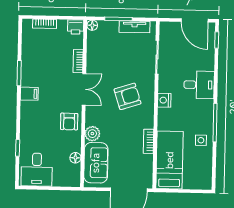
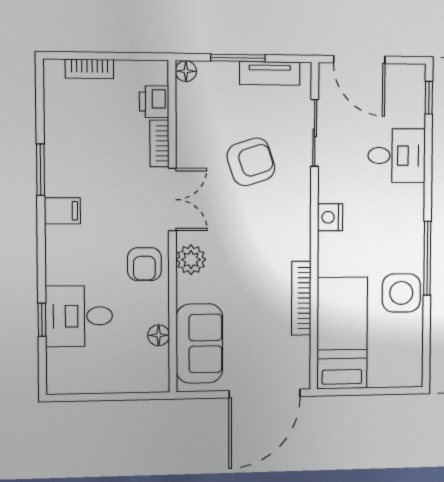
door: (195, 20) -> (359, 60), moved
printer: (76, 27) -> (154, 102), moved, turned 90
desk: (199, 85) -> (397, 156), moved
armchair: (128, 96) -> (251, 162), moved
plant: (92, 134) -> (191, 260), moved
side table: (201, 140) -> (401, 293), width x1.87, depth x1.87
bookcase: (149, 141) -> (301, 298), width x1.56
desk: (37, 170) -> (79, 316), moved, turned 90

